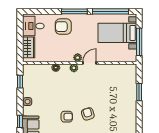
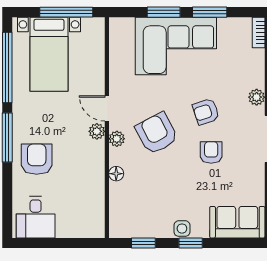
armchair: (63, 27) -> (37, 159), turned 180
wardrobe: (29, 47) -> (77, 226), removed
armchair: (77, 89) -> (157, 133), added
corner sofa: (122, 98) -> (176, 46), added
window: (139, 116) -> (210, 12), added
window: (20, 121) -> (191, 243), moved

